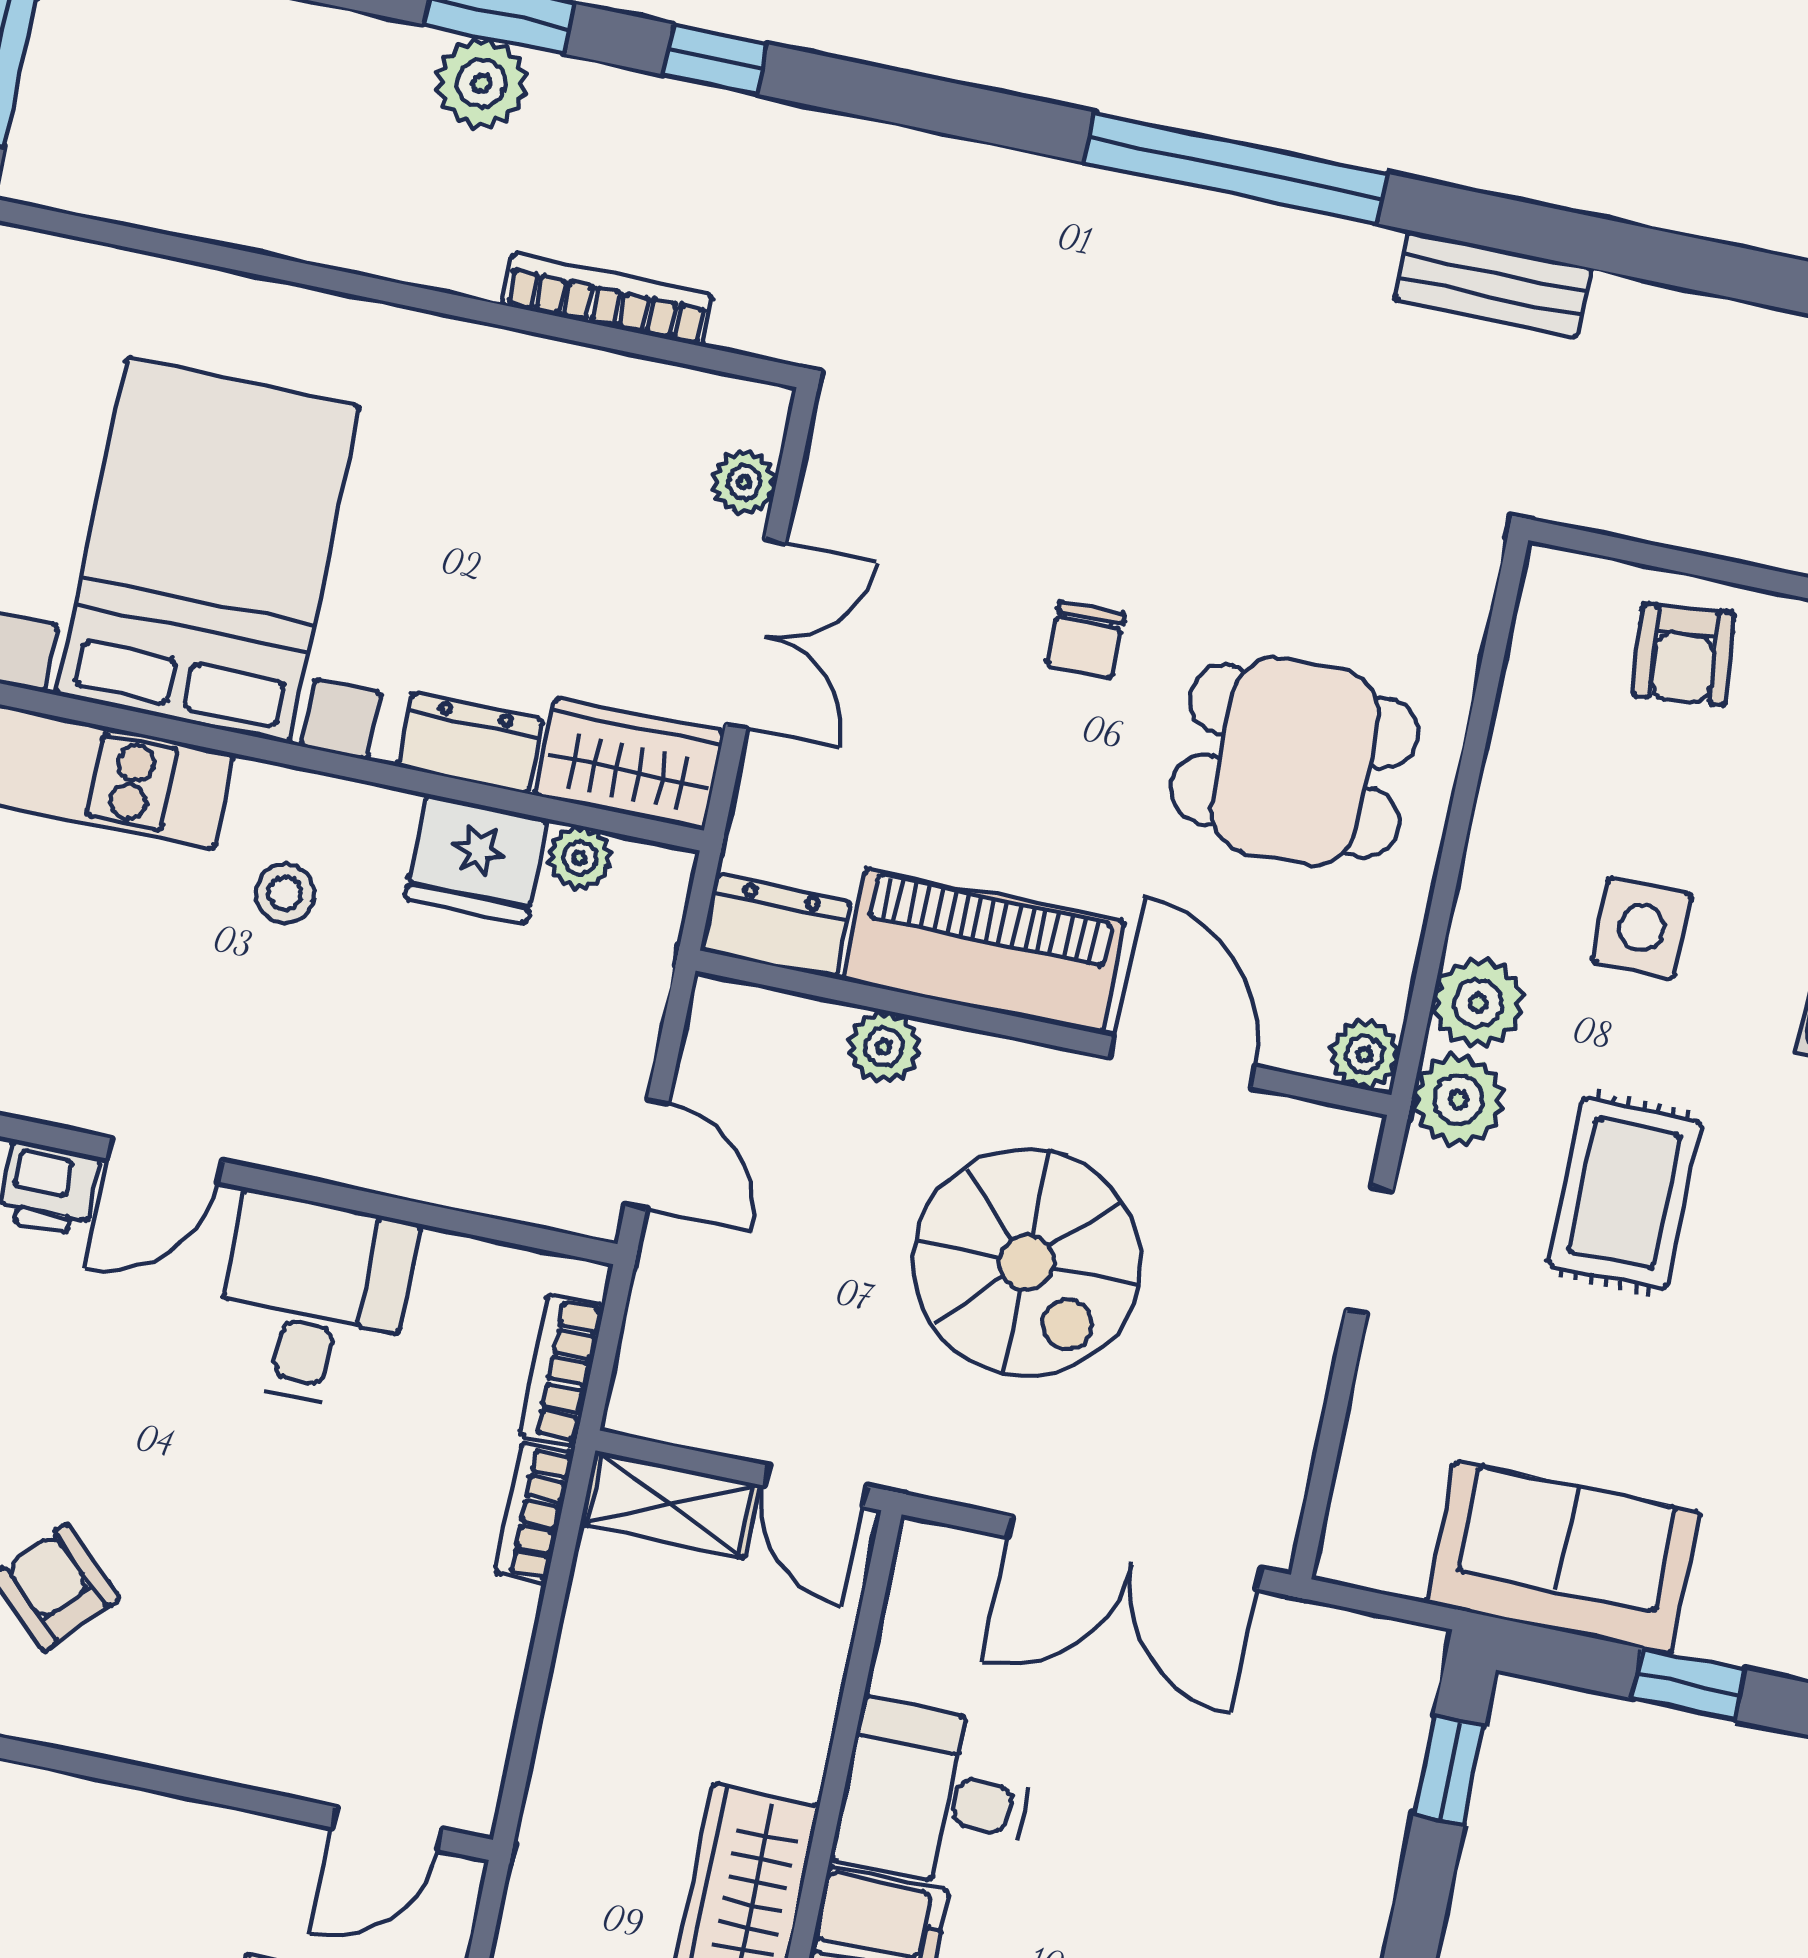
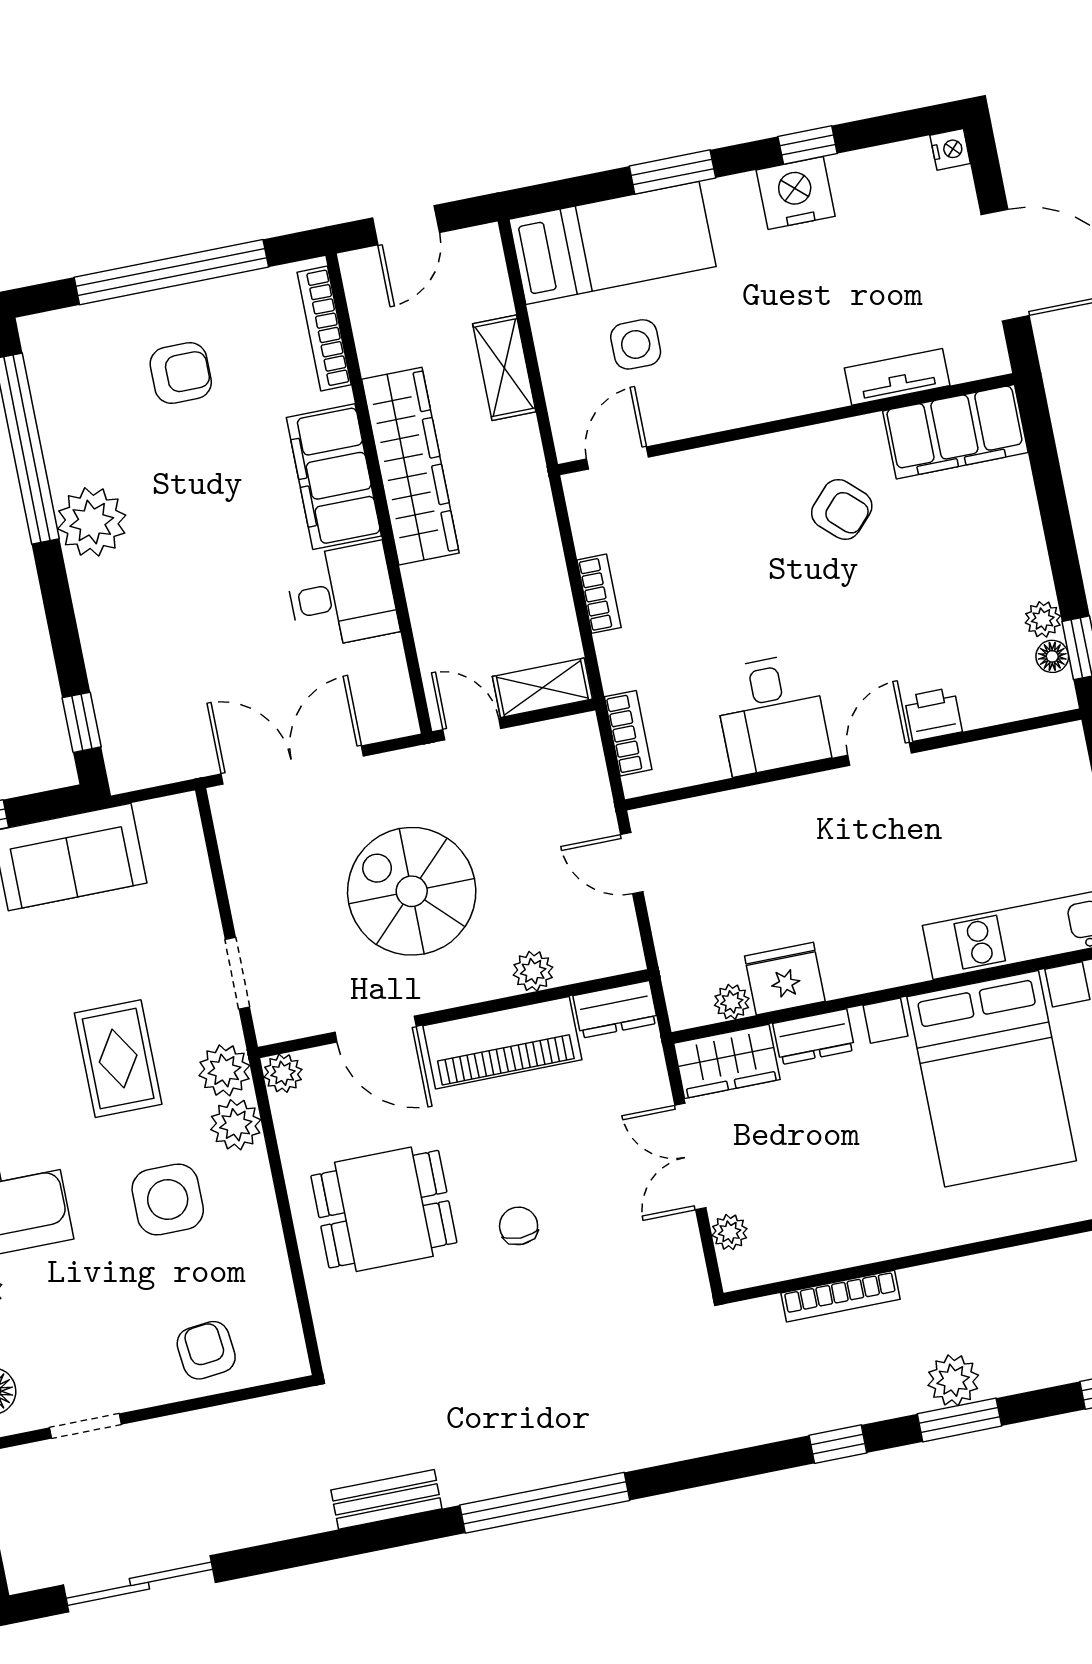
stool: (285, 894) -> (876, 918), removed
side table: (1642, 928) -> (168, 1200), width x1.37, depth x1.37
bookcase: (534, 1513) -> (599, 594), moved

